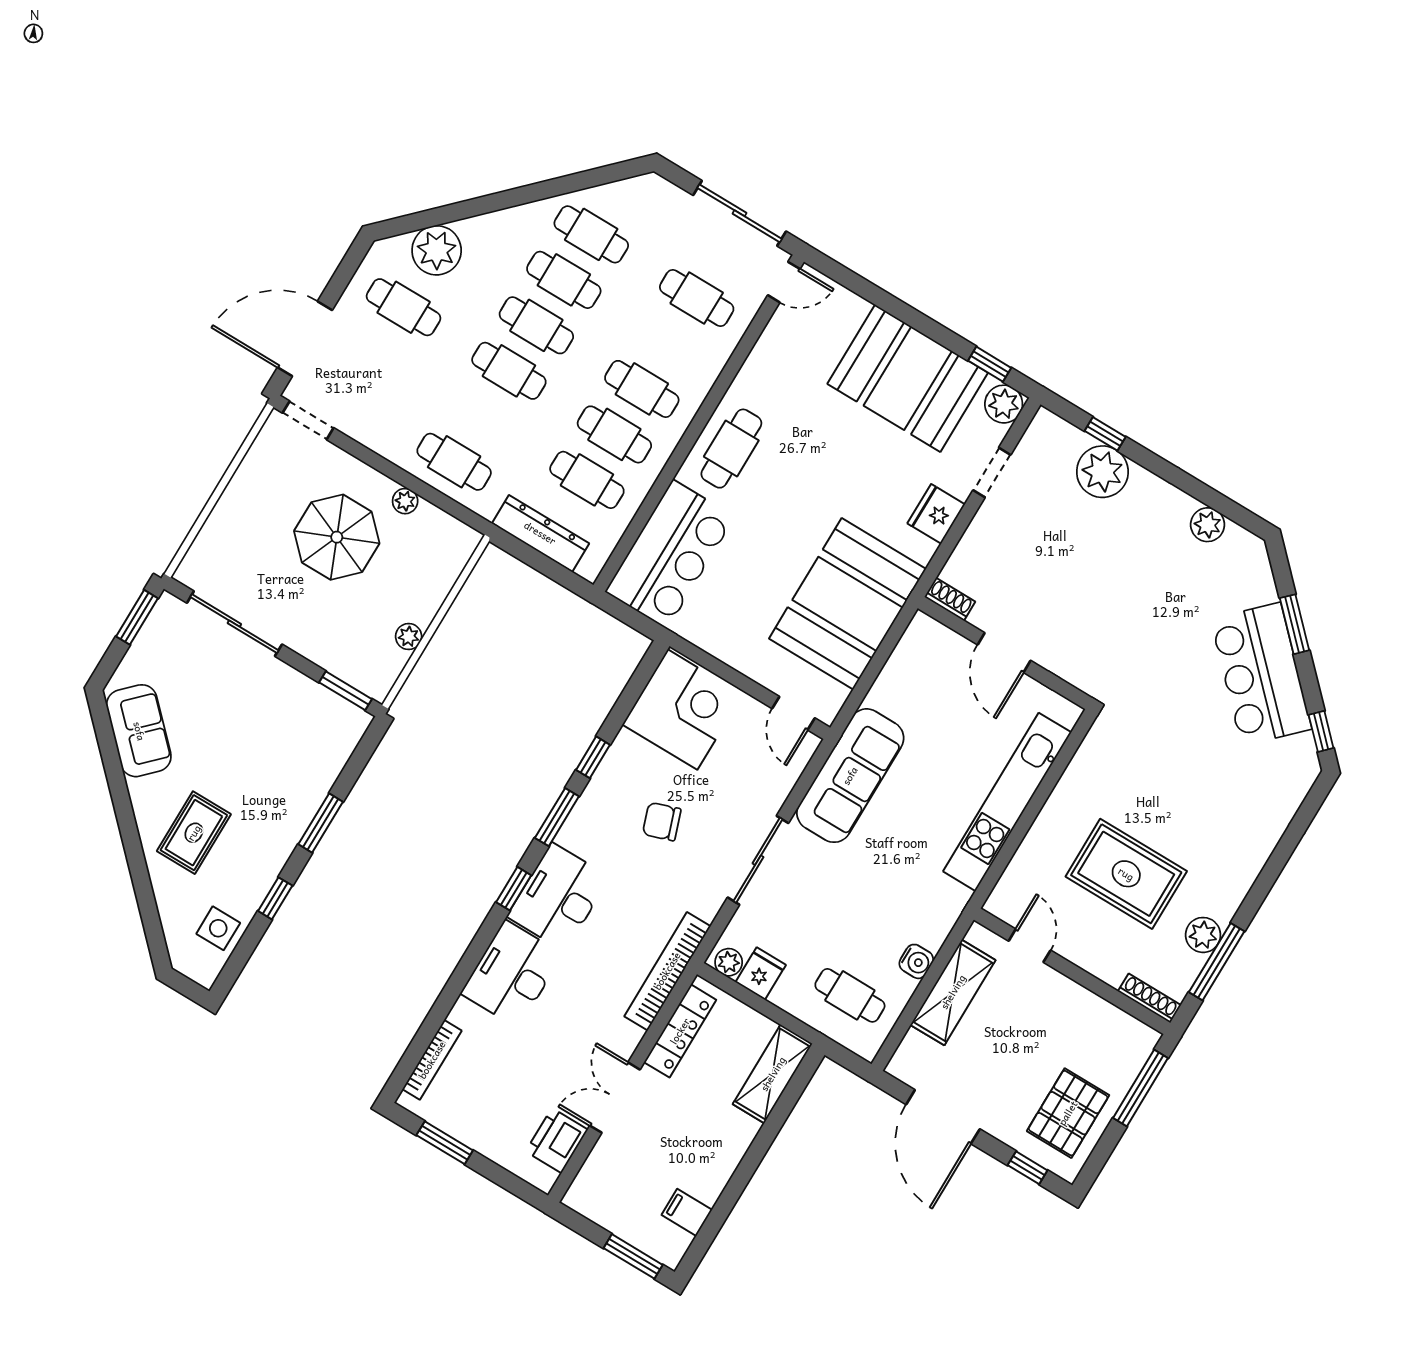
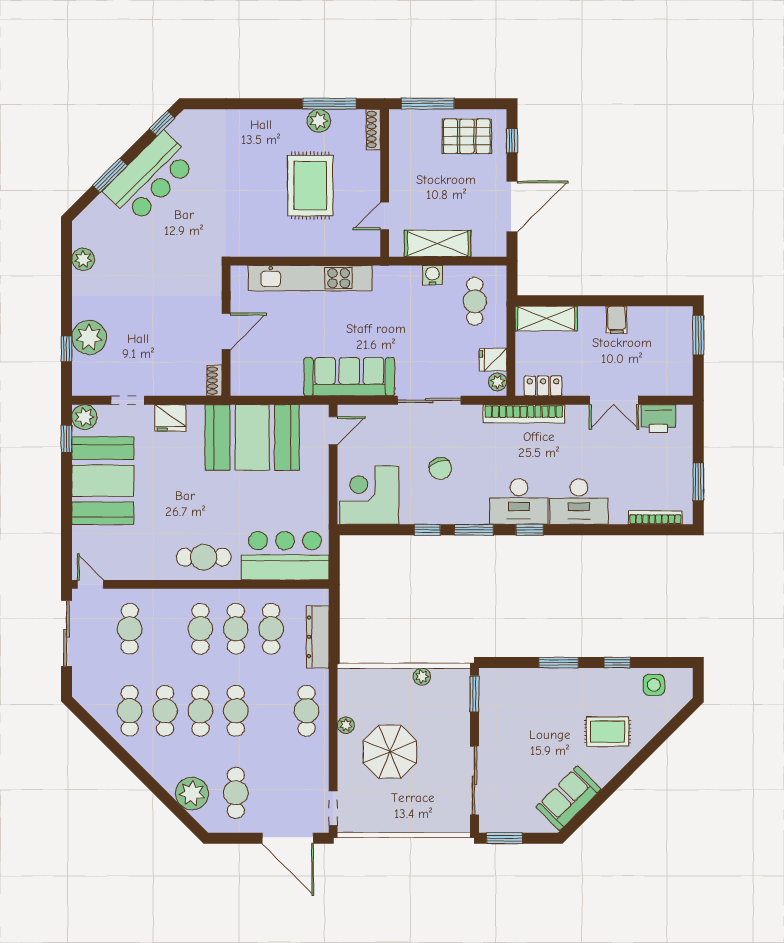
locker: (680, 1031) -> (543, 386), width x0.66
filing cabinet: (687, 1212) -> (617, 320), moved

